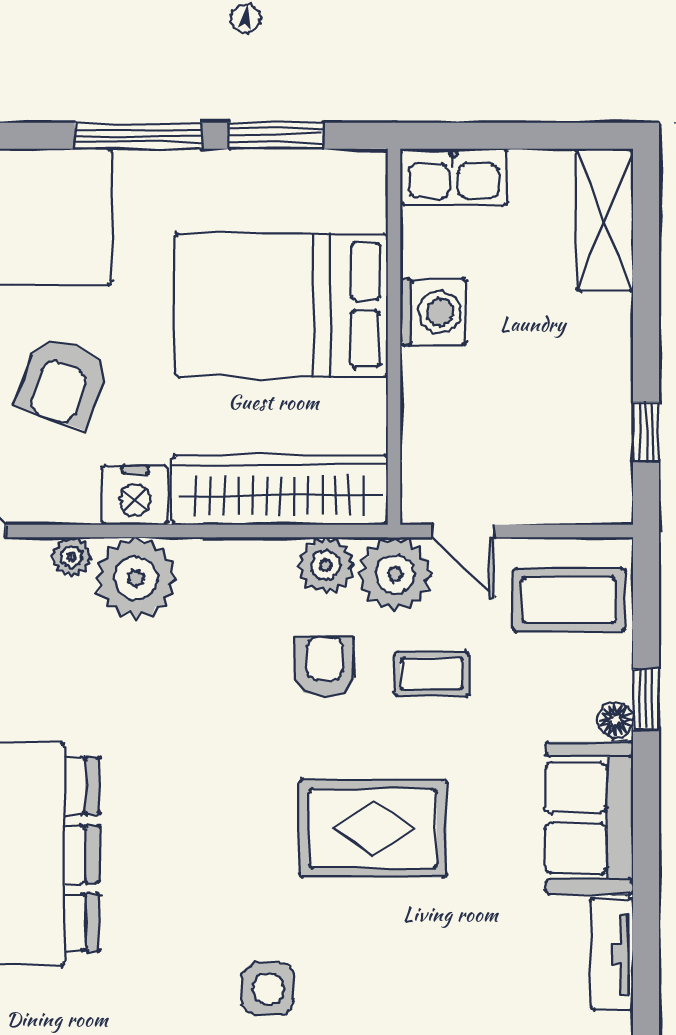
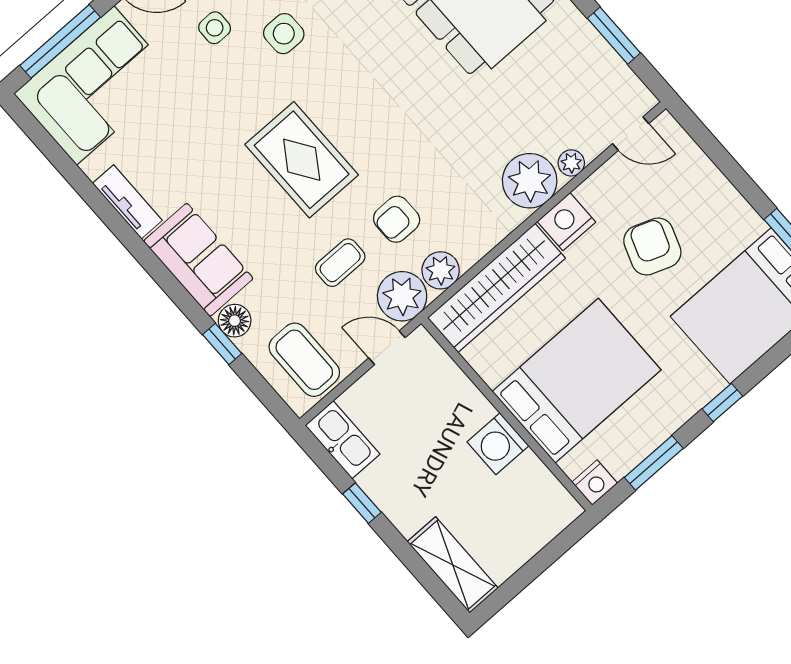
window: (138, 136) -> (722, 402), width x0.46
nightstand: (362, 172) -> (595, 483), added
kitchen sink: (454, 177) -> (342, 440), moved, turned 90
window: (646, 431) -> (362, 503), moved
coffee table: (569, 600) -> (304, 360), turned 90
armchair: (325, 667) -> (397, 219), turned 90
floor lamp: (615, 720) -> (235, 321), width x1.37, depth x1.37
rug: (373, 828) -> (302, 160), turned 90

